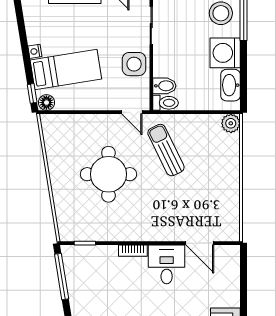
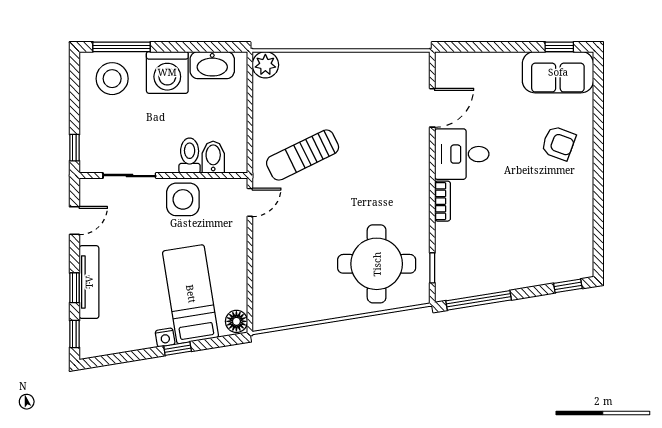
window: (32, 93) -> (178, 349), moved
toilet: (166, 103) -> (190, 156), moved
round table: (108, 174) -> (377, 264), moved

